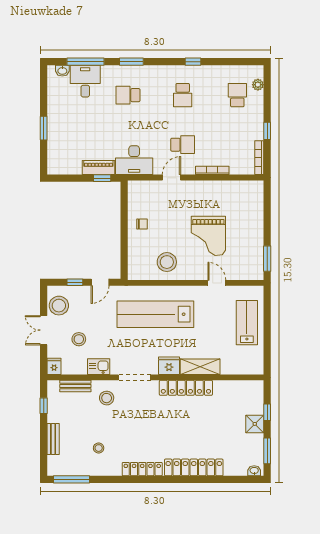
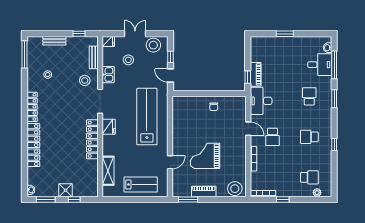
piano: (256, 238) -> (204, 191), added
stool: (167, 262) -> (235, 189), moved
shelving: (200, 367) -> (108, 171), moved

